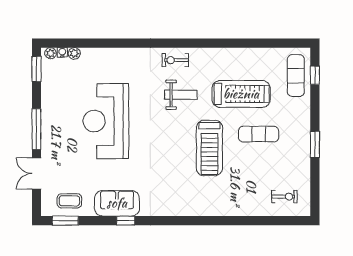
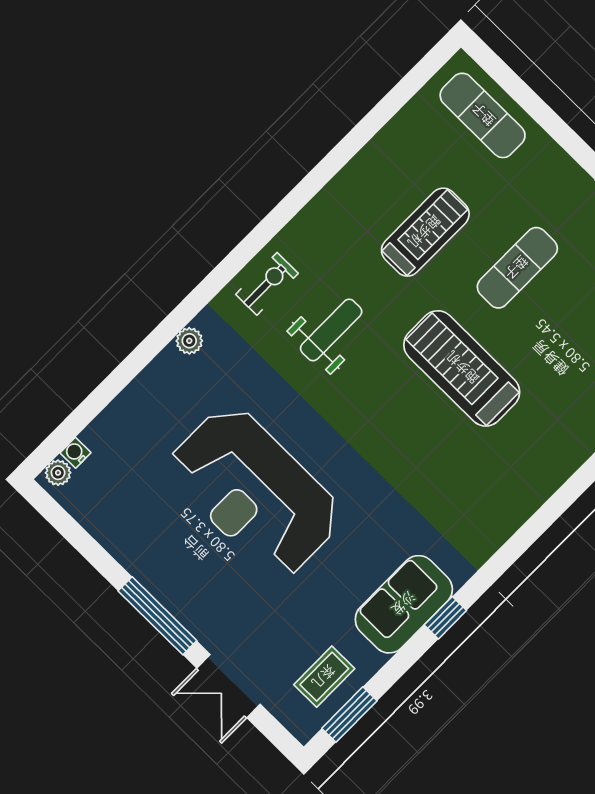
plant: (74, 53) -> (189, 341), moved
exercise bike: (175, 60) -> (267, 284), turned 180
window: (36, 69) -> (61, 520), removed
window: (315, 75) -> (512, 84), removed
treadmill: (241, 94) -> (425, 232), width x0.73, depth x0.73
treadmill: (209, 148) -> (462, 368), turned 180

